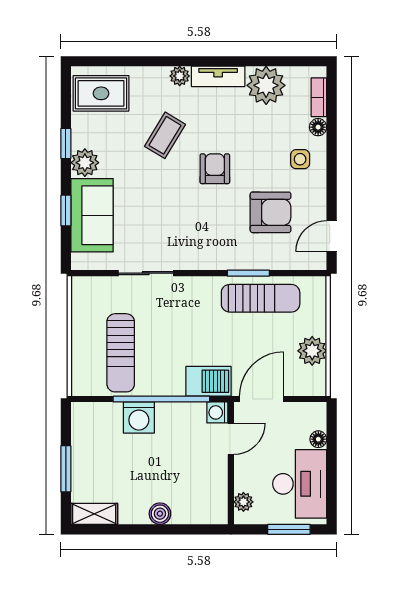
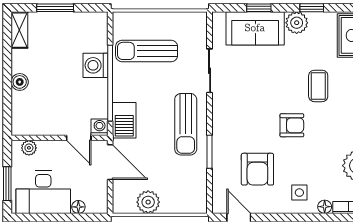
coffee table: (165, 135) -> (318, 86), turned 59
sun lounger: (261, 298) -> (186, 124), moved

